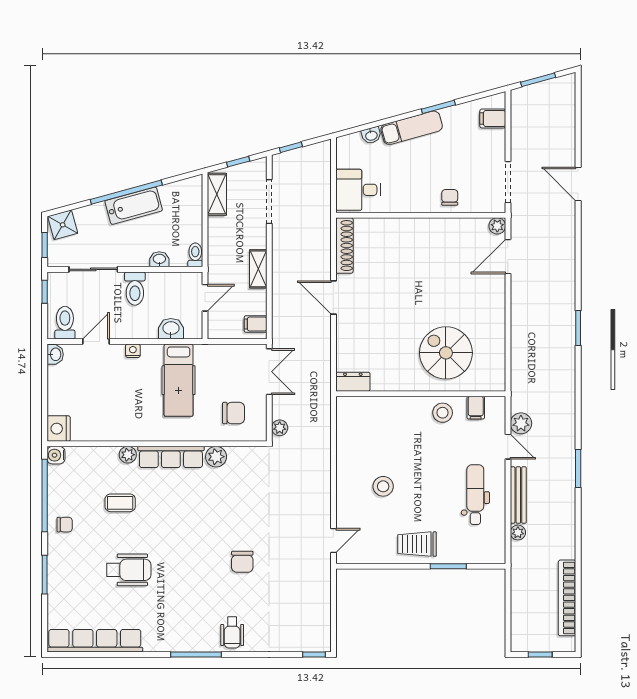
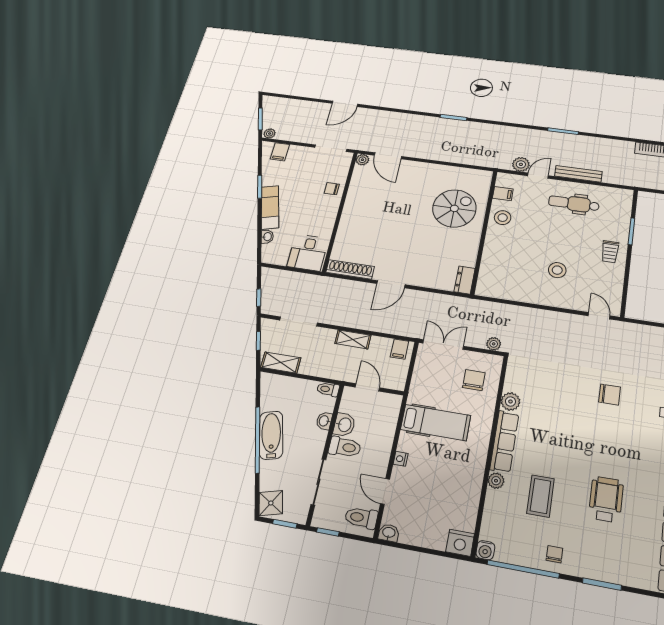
washbasin: (171, 329) -> (344, 425), moved, turned 180
spiral stairs: (446, 353) -> (454, 208), turned 180
coffee table: (120, 503) -> (541, 496), width x1.36, depth x1.30
plant: (518, 533) -> (270, 133), moved
trolley: (417, 544) -> (610, 252), width x0.73, depth x0.72

